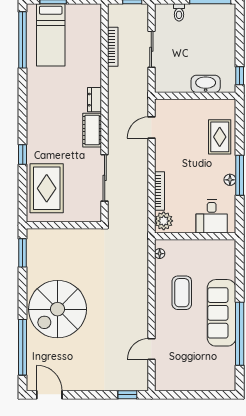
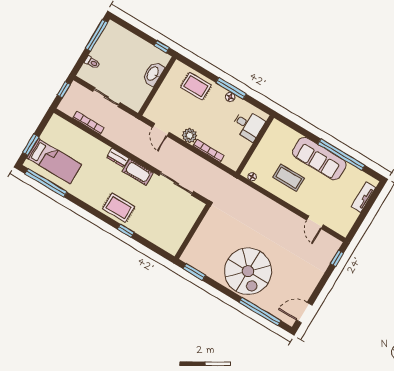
rug: (47, 188) -> (119, 208), moved, width x0.73, depth x0.70
plant: (164, 221) -> (190, 135), moved
tv unit: (209, 384) -> (363, 197), added

